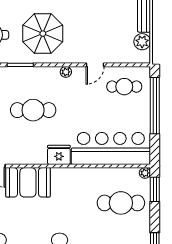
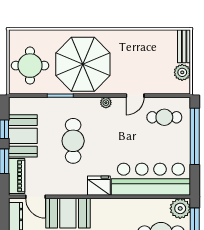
parasol: (43, 34) -> (83, 64), width x1.36, depth x1.36
cafe table: (33, 110) -> (73, 141), turned 90
plant: (145, 173) -> (180, 208), width x1.88, depth x1.88

